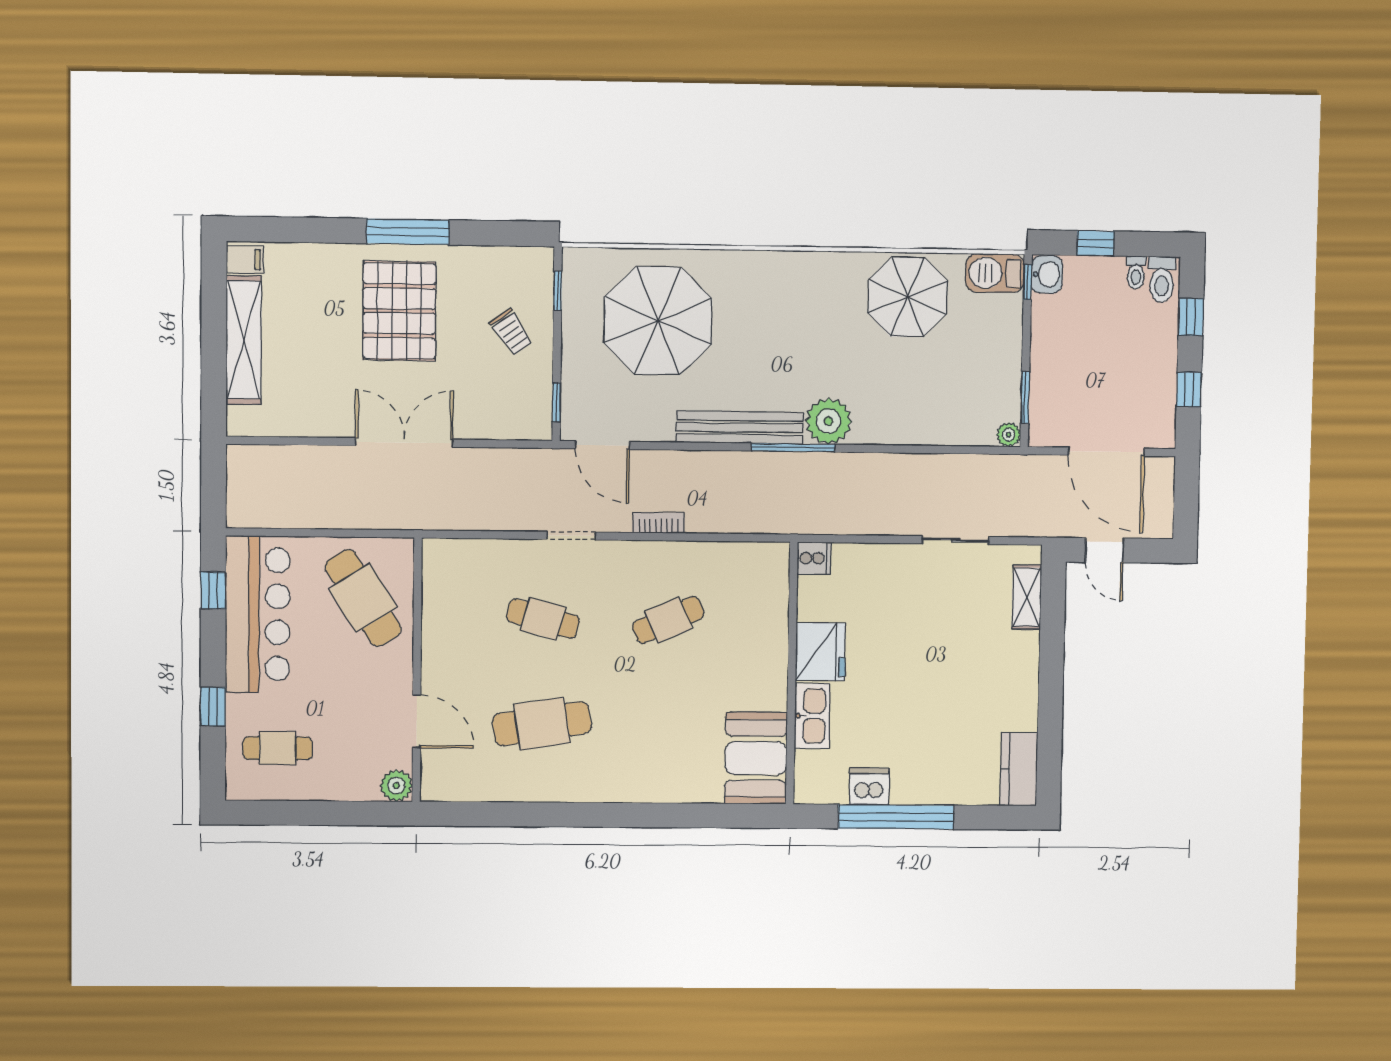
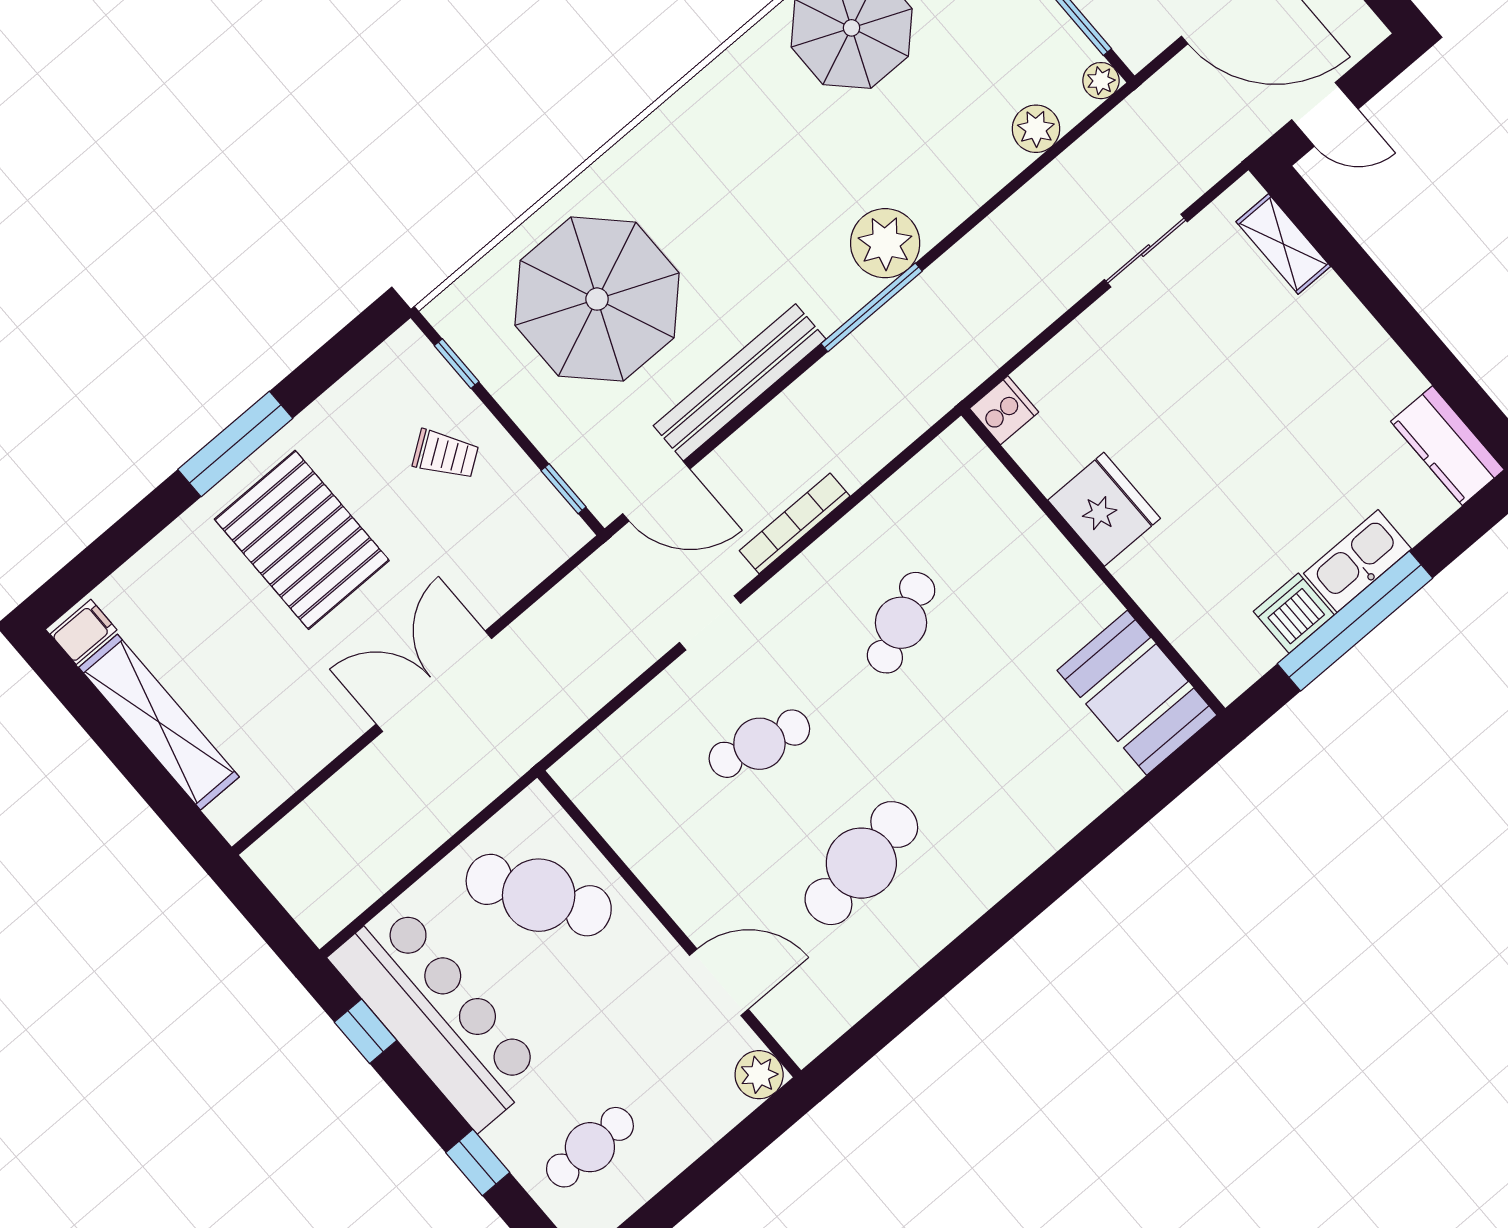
bench: (740, 428) -> (740, 382), moved
plant: (955, 430) -> (1036, 129), added
bookcase: (658, 523) -> (795, 523), width x1.56
kitchen sink: (812, 716) -> (1358, 561), moved, turned -90

